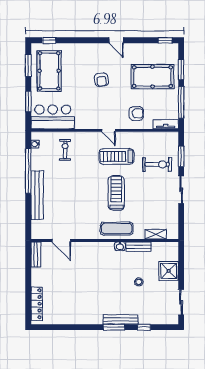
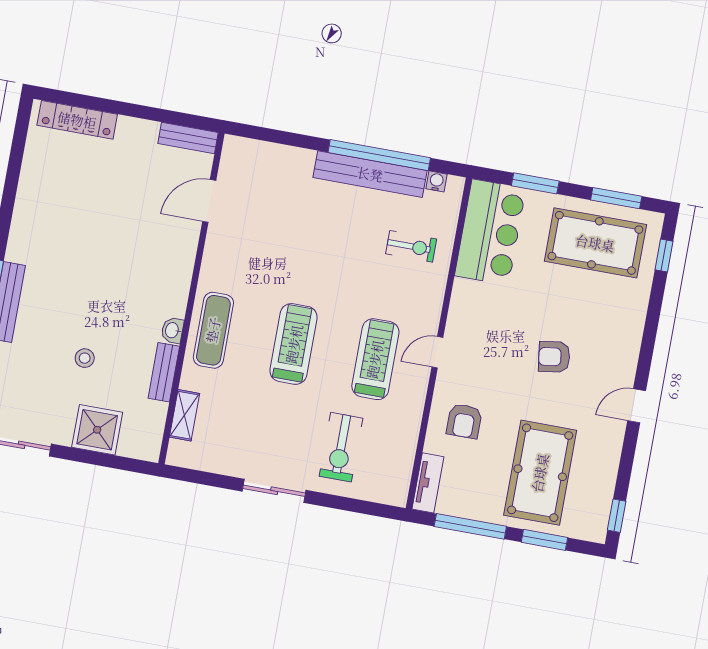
window: (181, 156) -> (349, 504), removed
treadmill: (116, 193) -> (294, 344), turned -90
bench: (37, 195) -> (370, 174), moved

